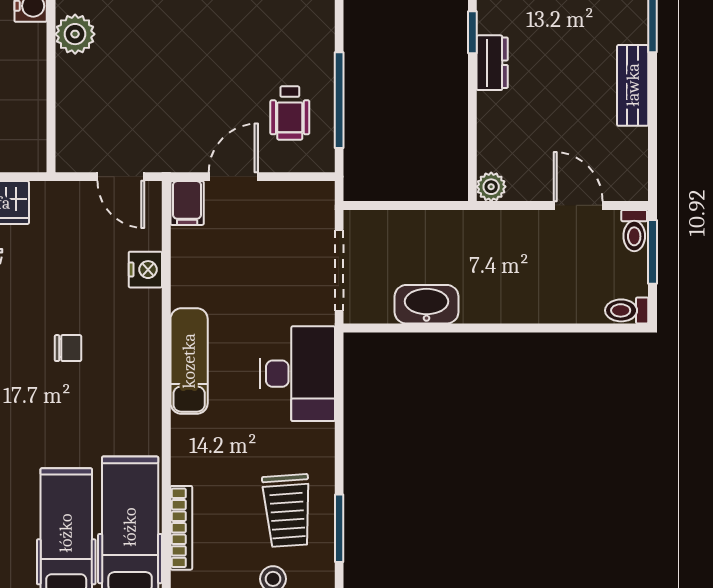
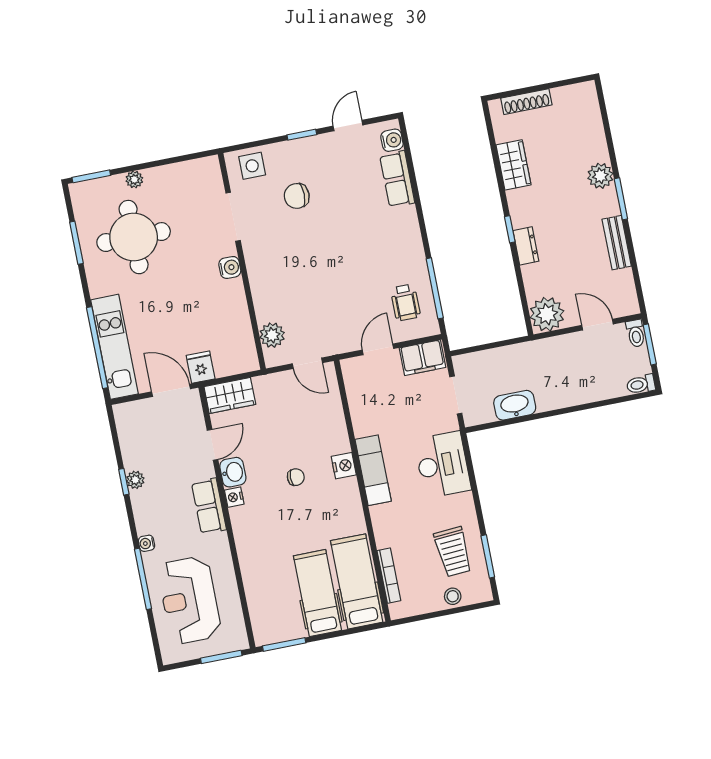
plant: (75, 34) -> (272, 335), moved
plant: (491, 187) -> (547, 314), width x1.87, depth x1.87
filing cabinet: (187, 203) -> (423, 358), moved, width x2.00
nightstand: (145, 270) -> (344, 466), moved
doorway: (339, 271) -> (456, 395), width x0.73

